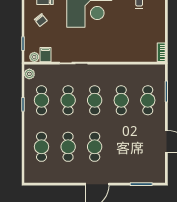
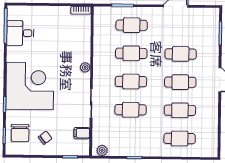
plant: (34, 57) -> (85, 67), moved
cafe table: (41, 100) -> (181, 54), moved

